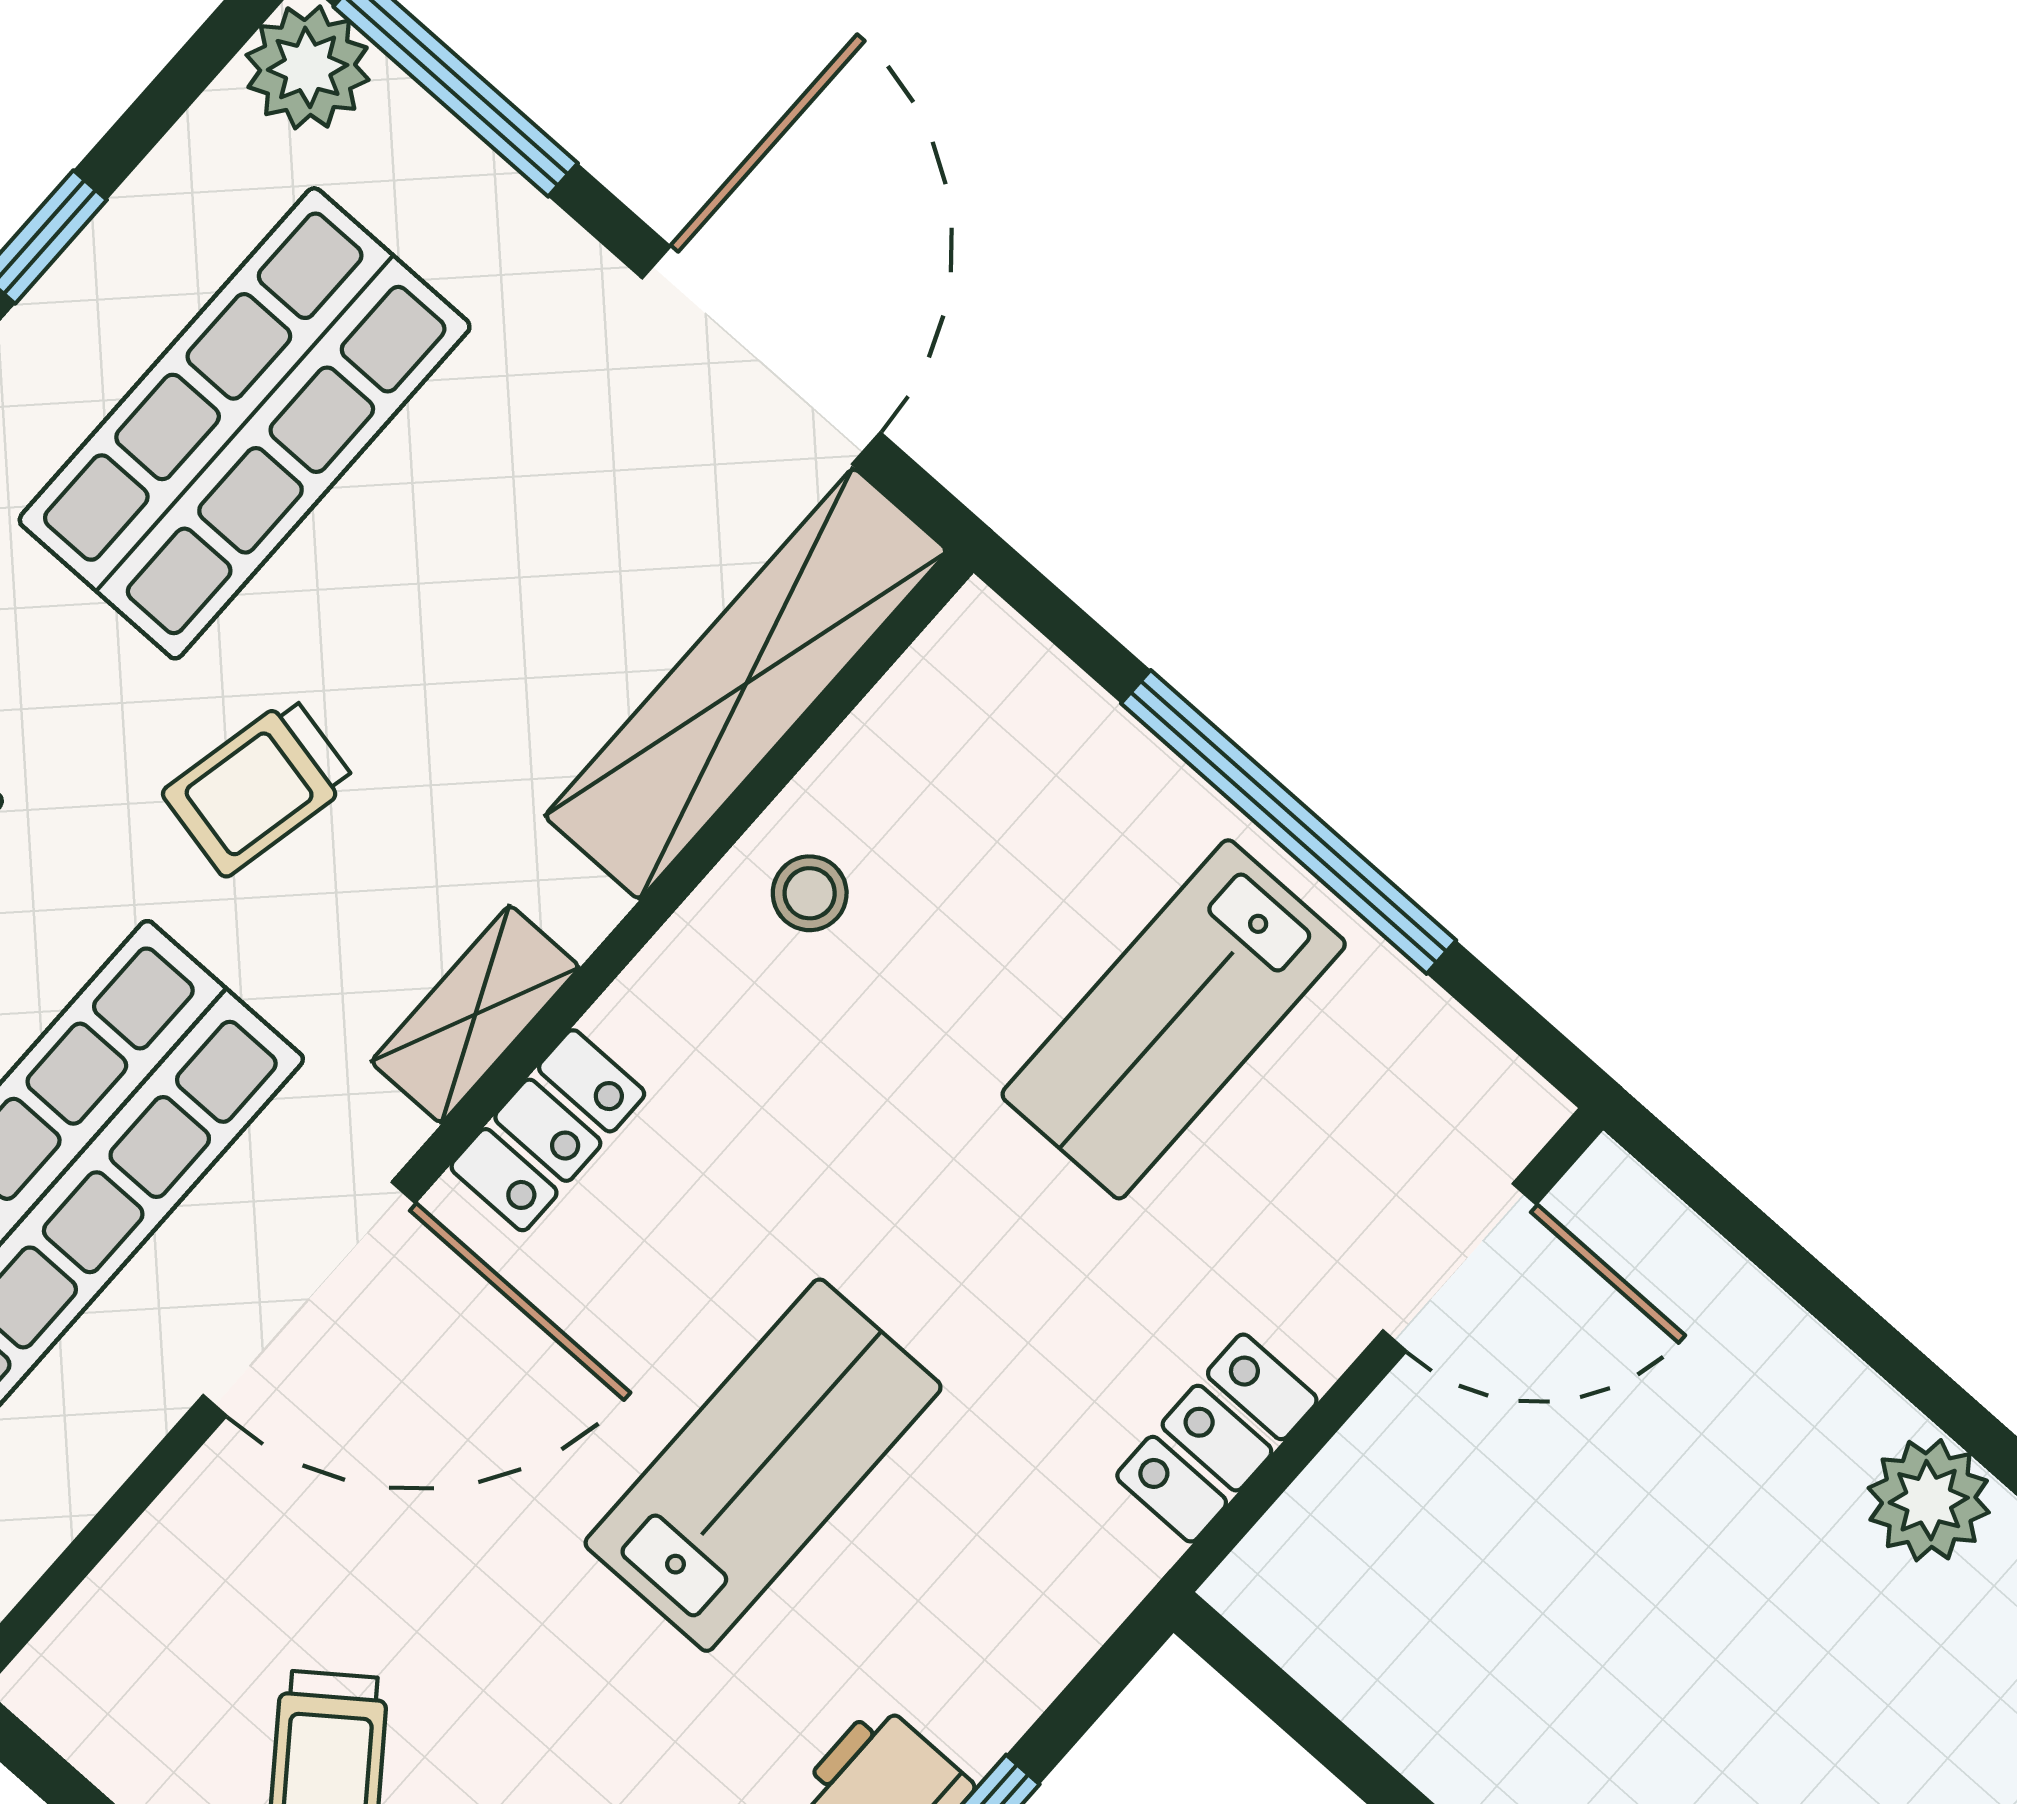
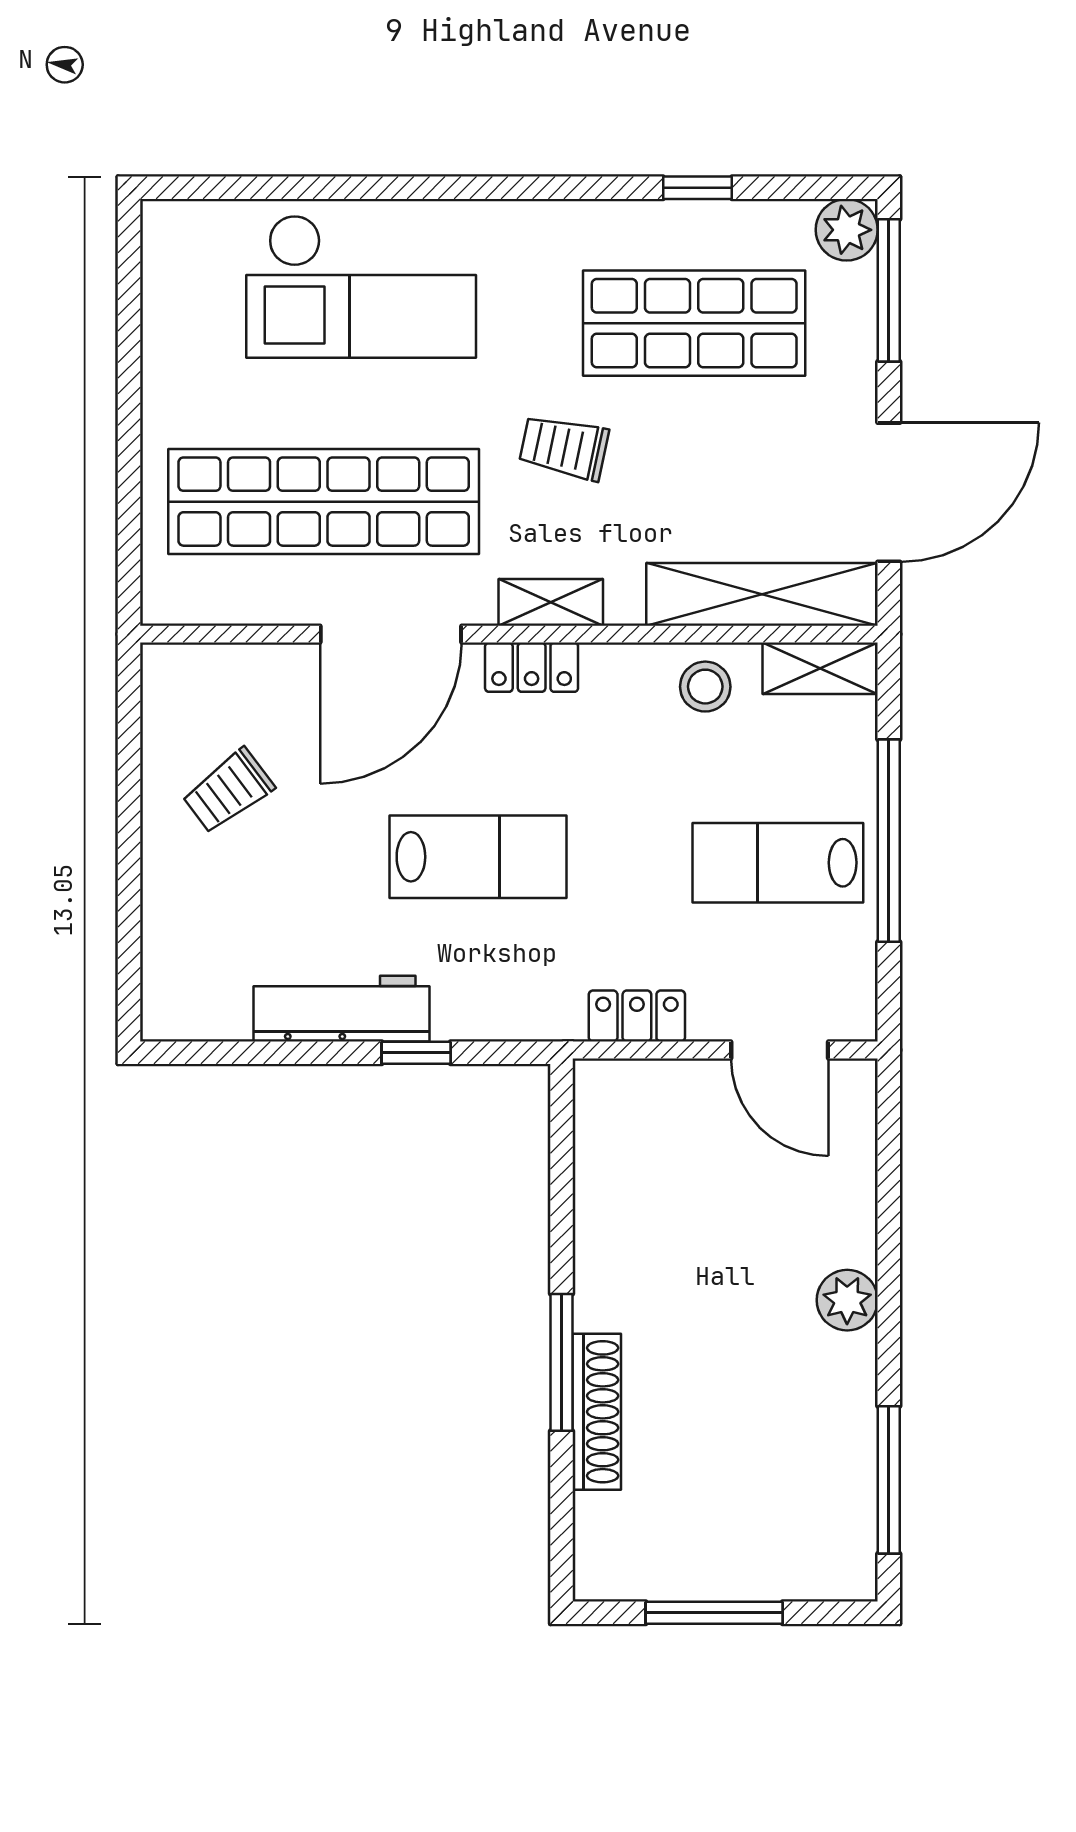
shelving: (936, 695) -> (820, 668), added
stool: (810, 893) -> (705, 687), width x1.37, depth x1.37
door: (309, 1299) -> (391, 634), hinge flipped

